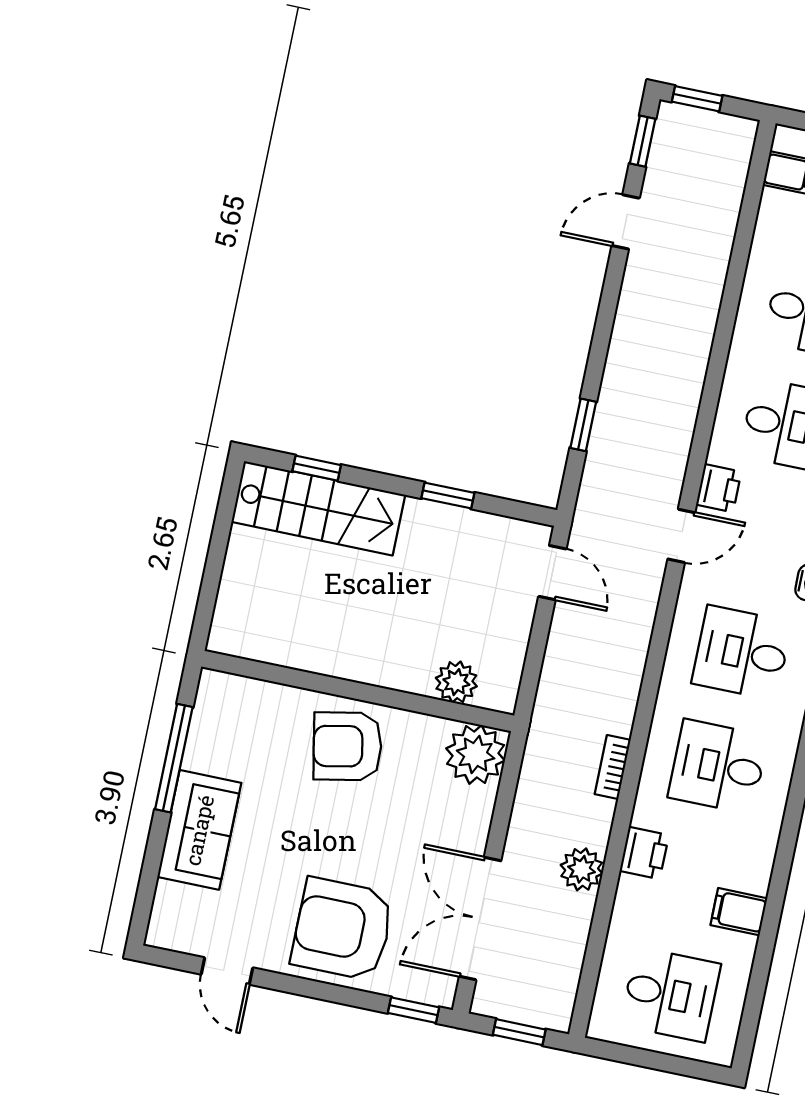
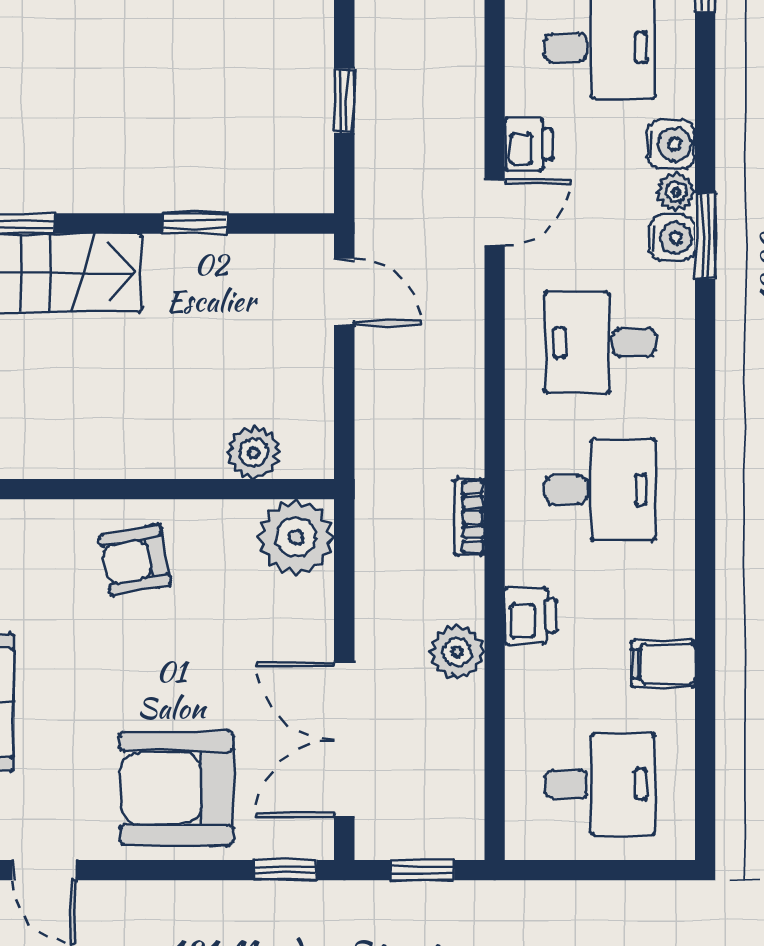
armchair: (347, 746) -> (135, 560), width x0.72, depth x0.72
desk: (718, 767) -> (600, 490), turned 180

